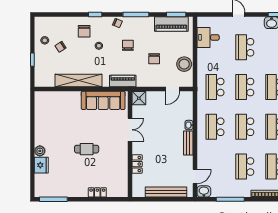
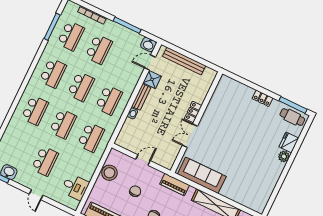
door: (173, 89) -> (143, 160), moved
shower: (139, 98) -> (152, 79), moved
cafe table: (87, 149) -> (292, 117), moved
locker: (137, 164) -> (193, 112), moved
locker: (97, 192) -> (263, 98), moved

